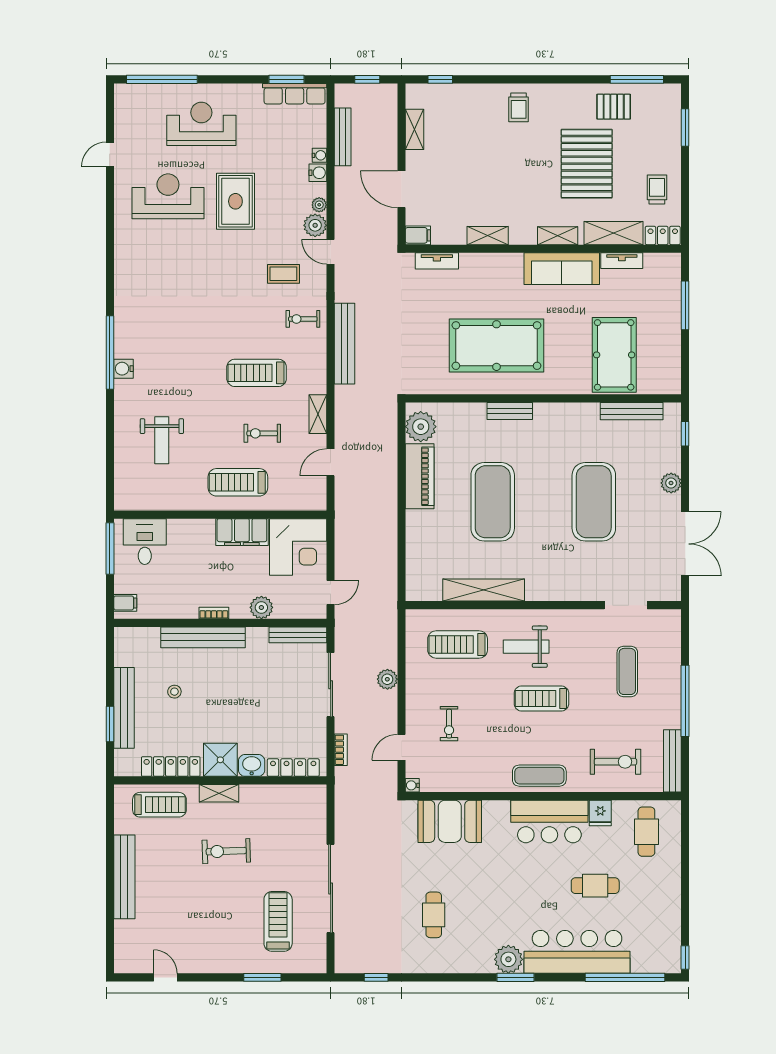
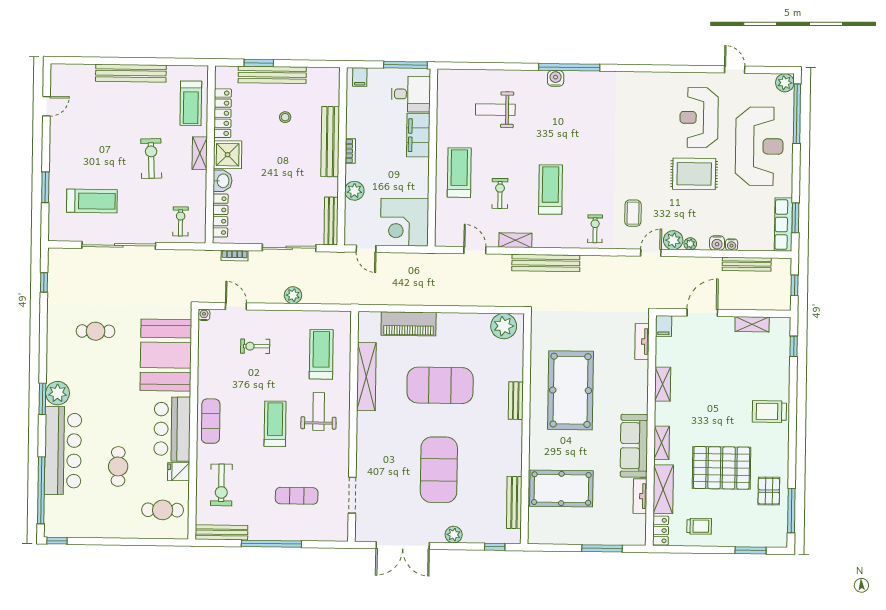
plant: (125, 94) -> (785, 83), added
trolley: (519, 107) -> (769, 412), width x1.36, depth x1.39
reception desk: (201, 124) -> (759, 146), width x1.36, depth x1.30
reception desk: (168, 196) -> (699, 118), turned 180
bench: (345, 344) -> (546, 263), moved
piano: (420, 476) -> (409, 324), moved
exercise mat: (594, 502) -> (439, 470), turned 90
filing cabinet: (242, 532) -> (418, 135), moved
exercise bike: (301, 815) -> (181, 221), added
booth: (450, 821) -> (166, 355), width x1.36, depth x1.42

